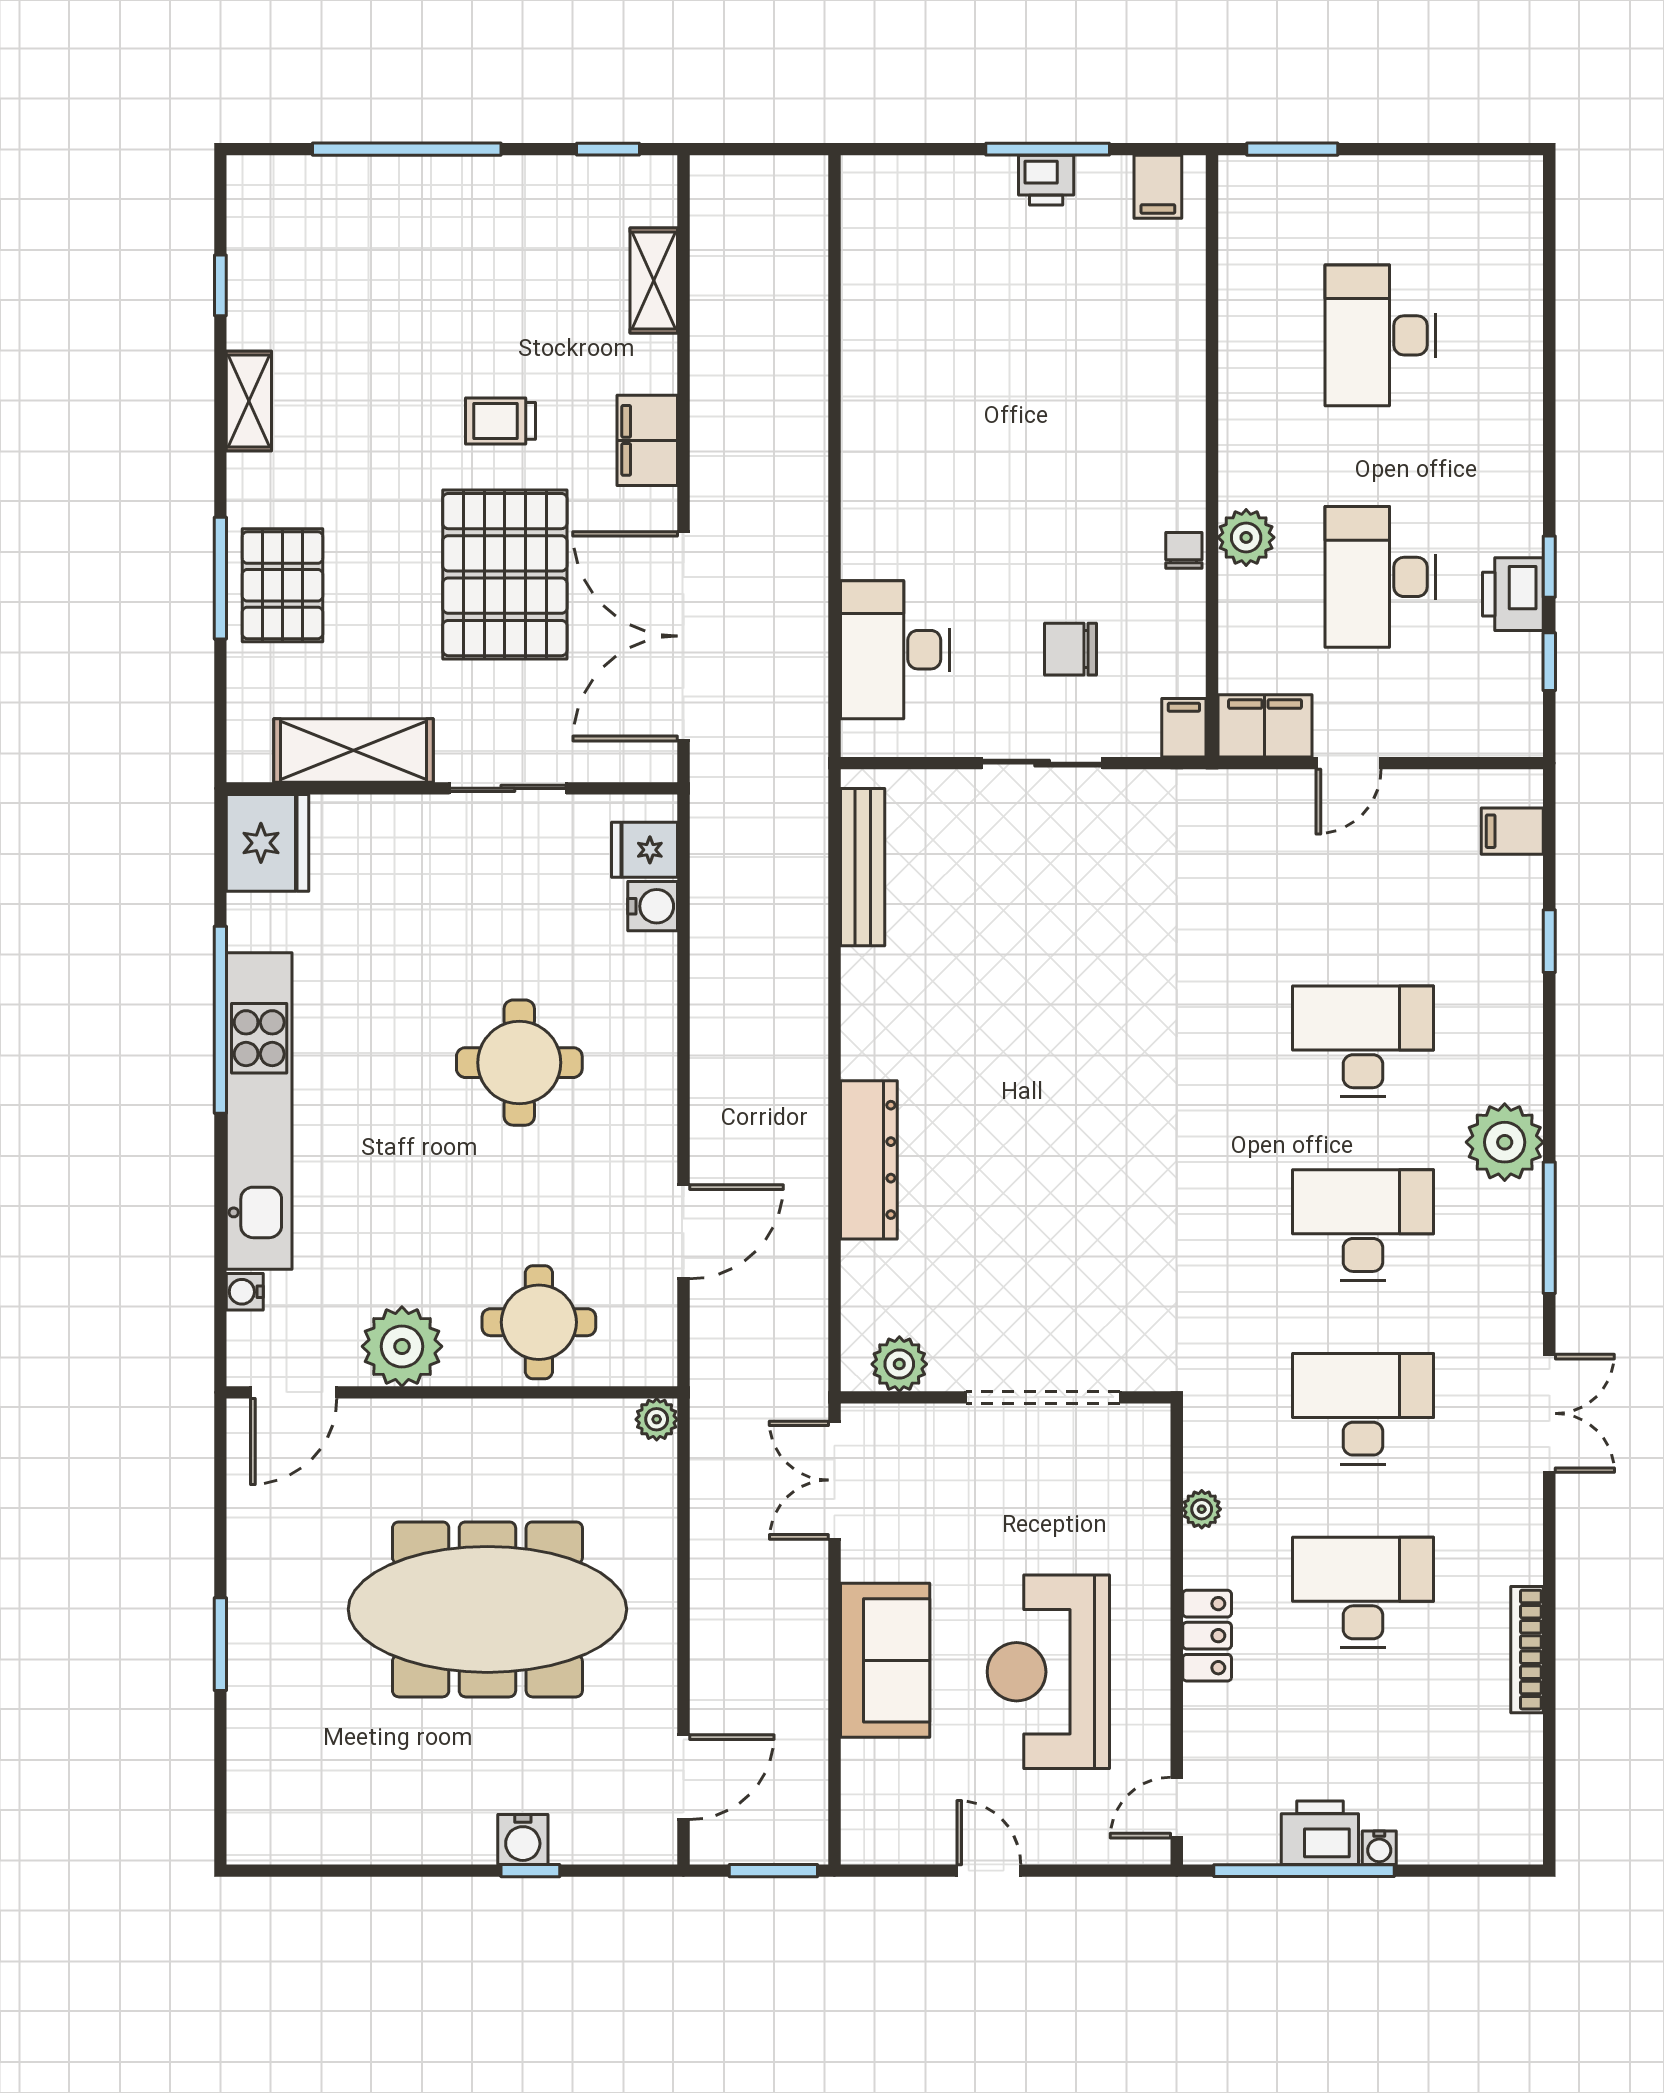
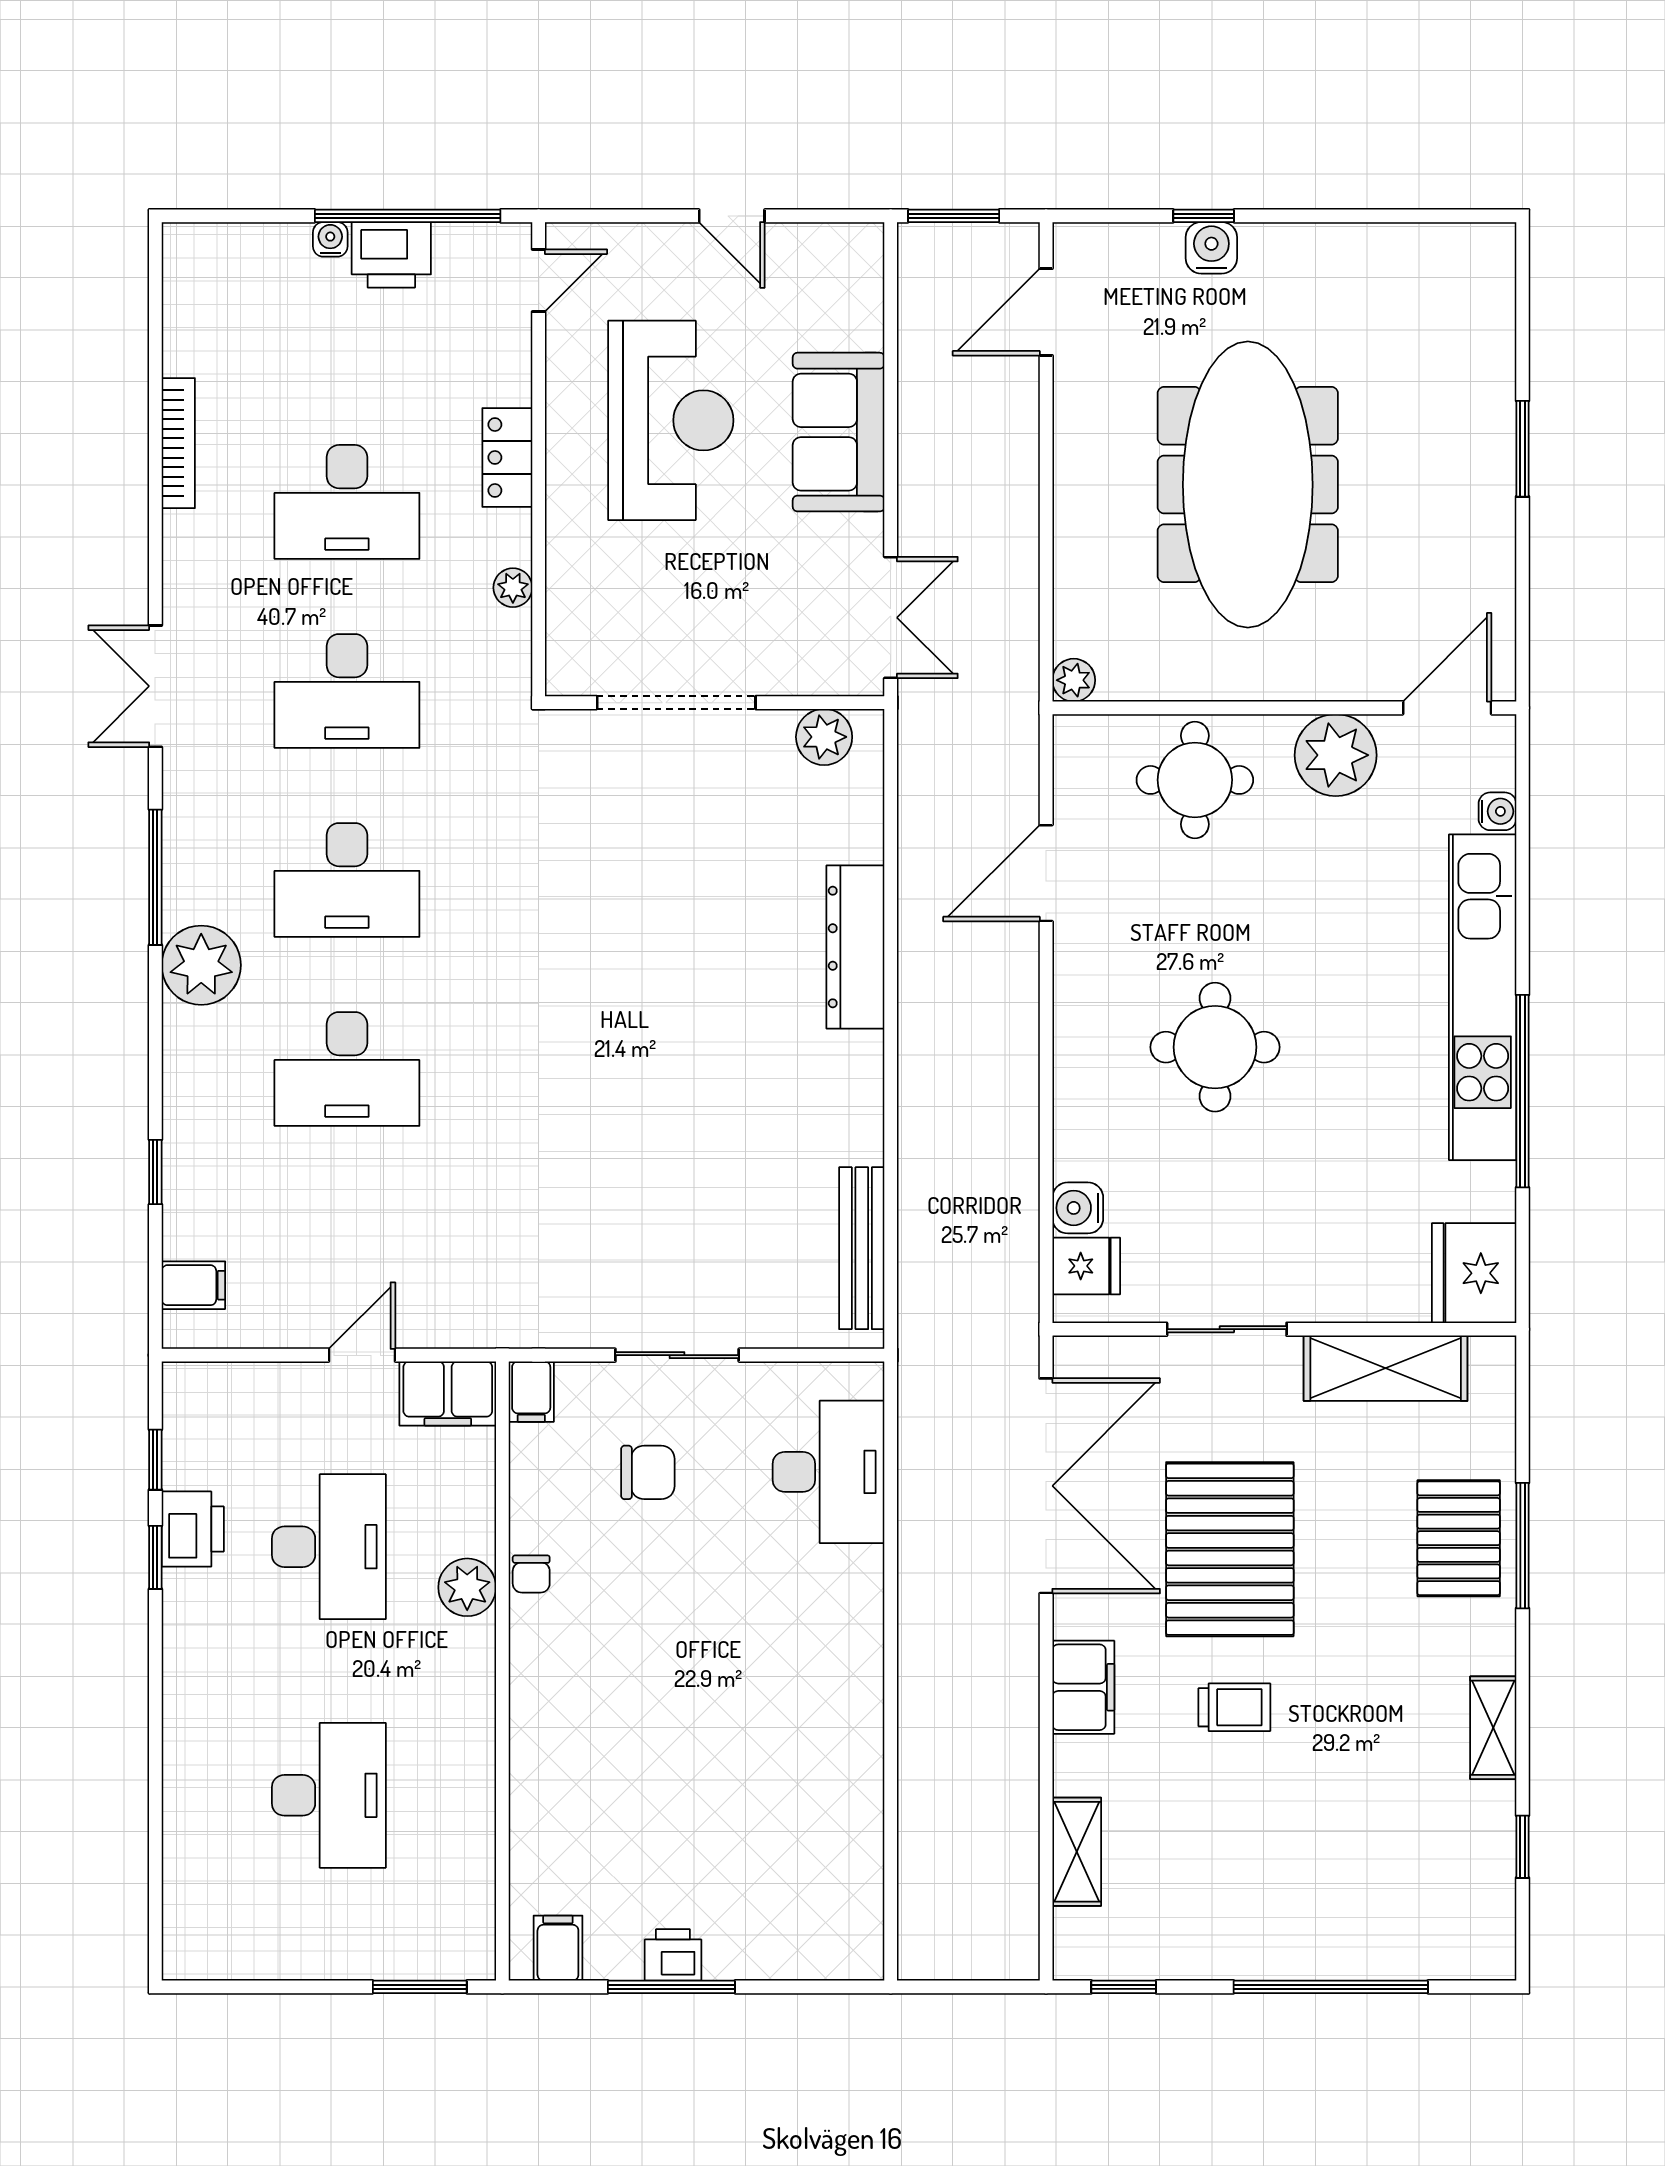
meeting table: (487, 1609) -> (1248, 485), turned 90

